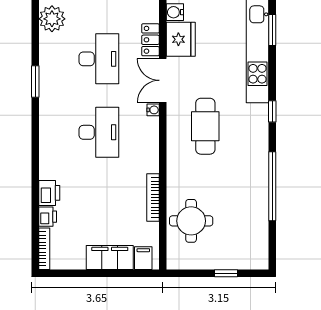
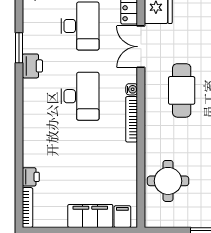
water cooler: (153, 110) -> (132, 89), moved
printer: (49, 193) -> (32, 66), moved
bookcase: (153, 197) -> (132, 119), moved

